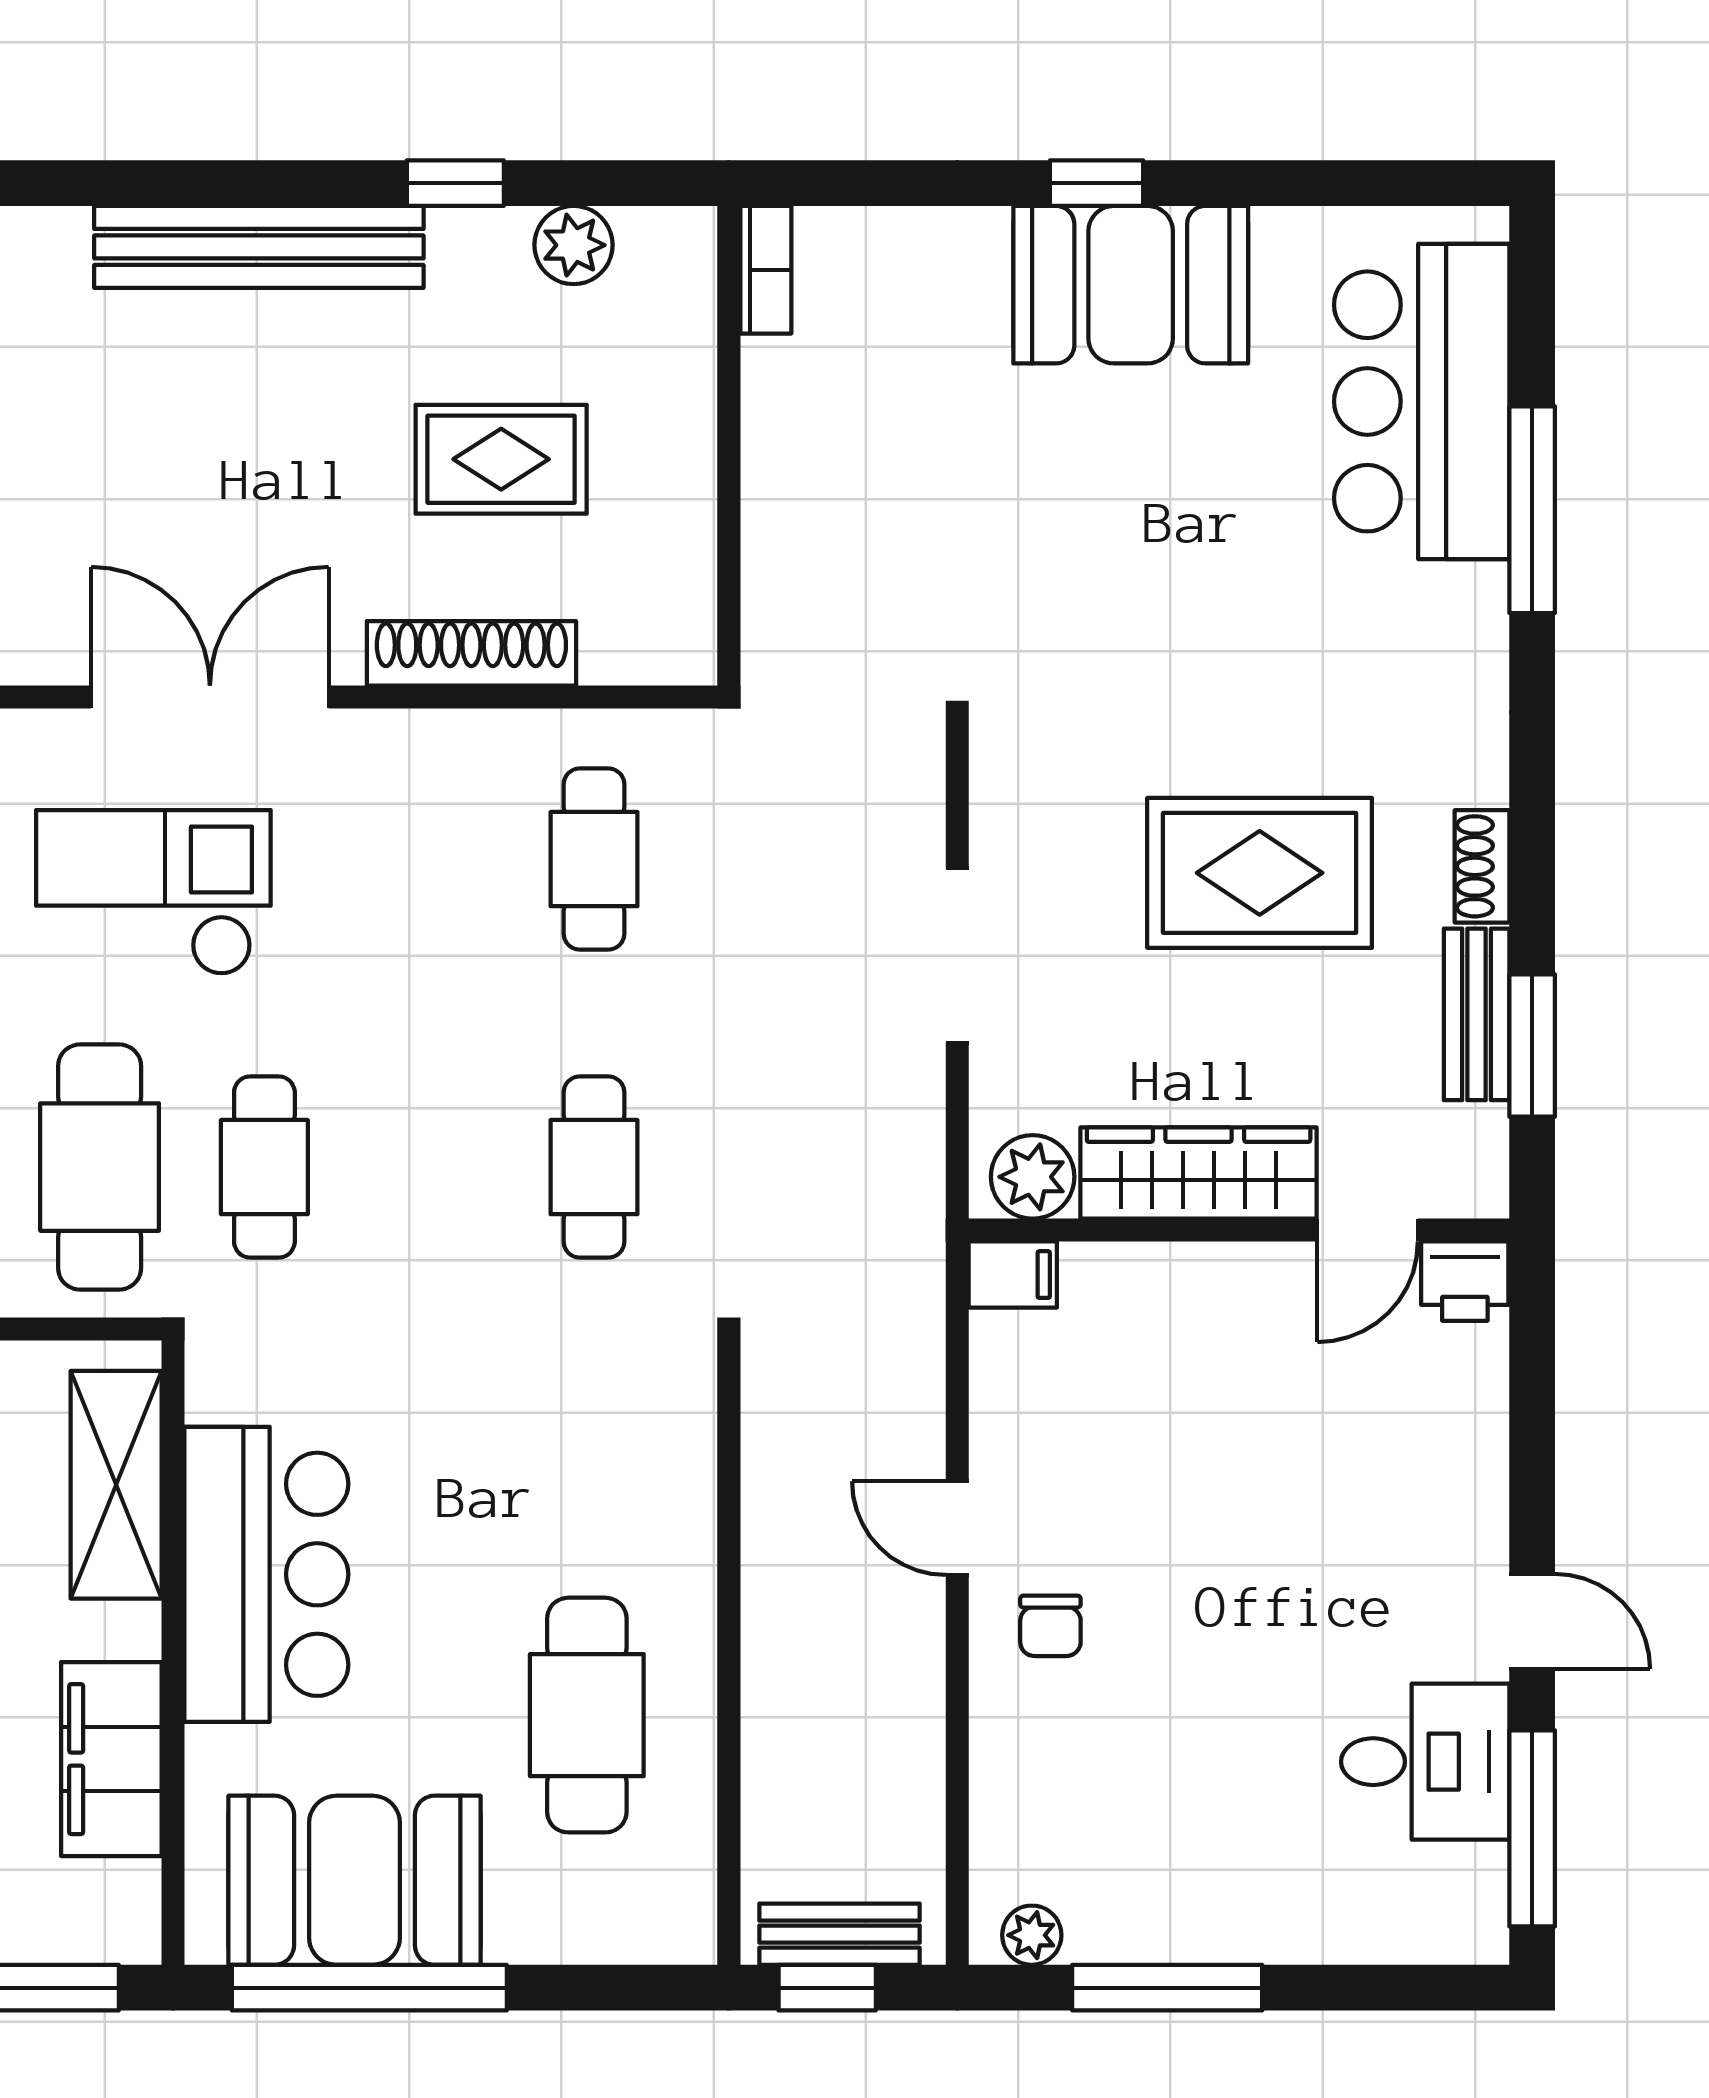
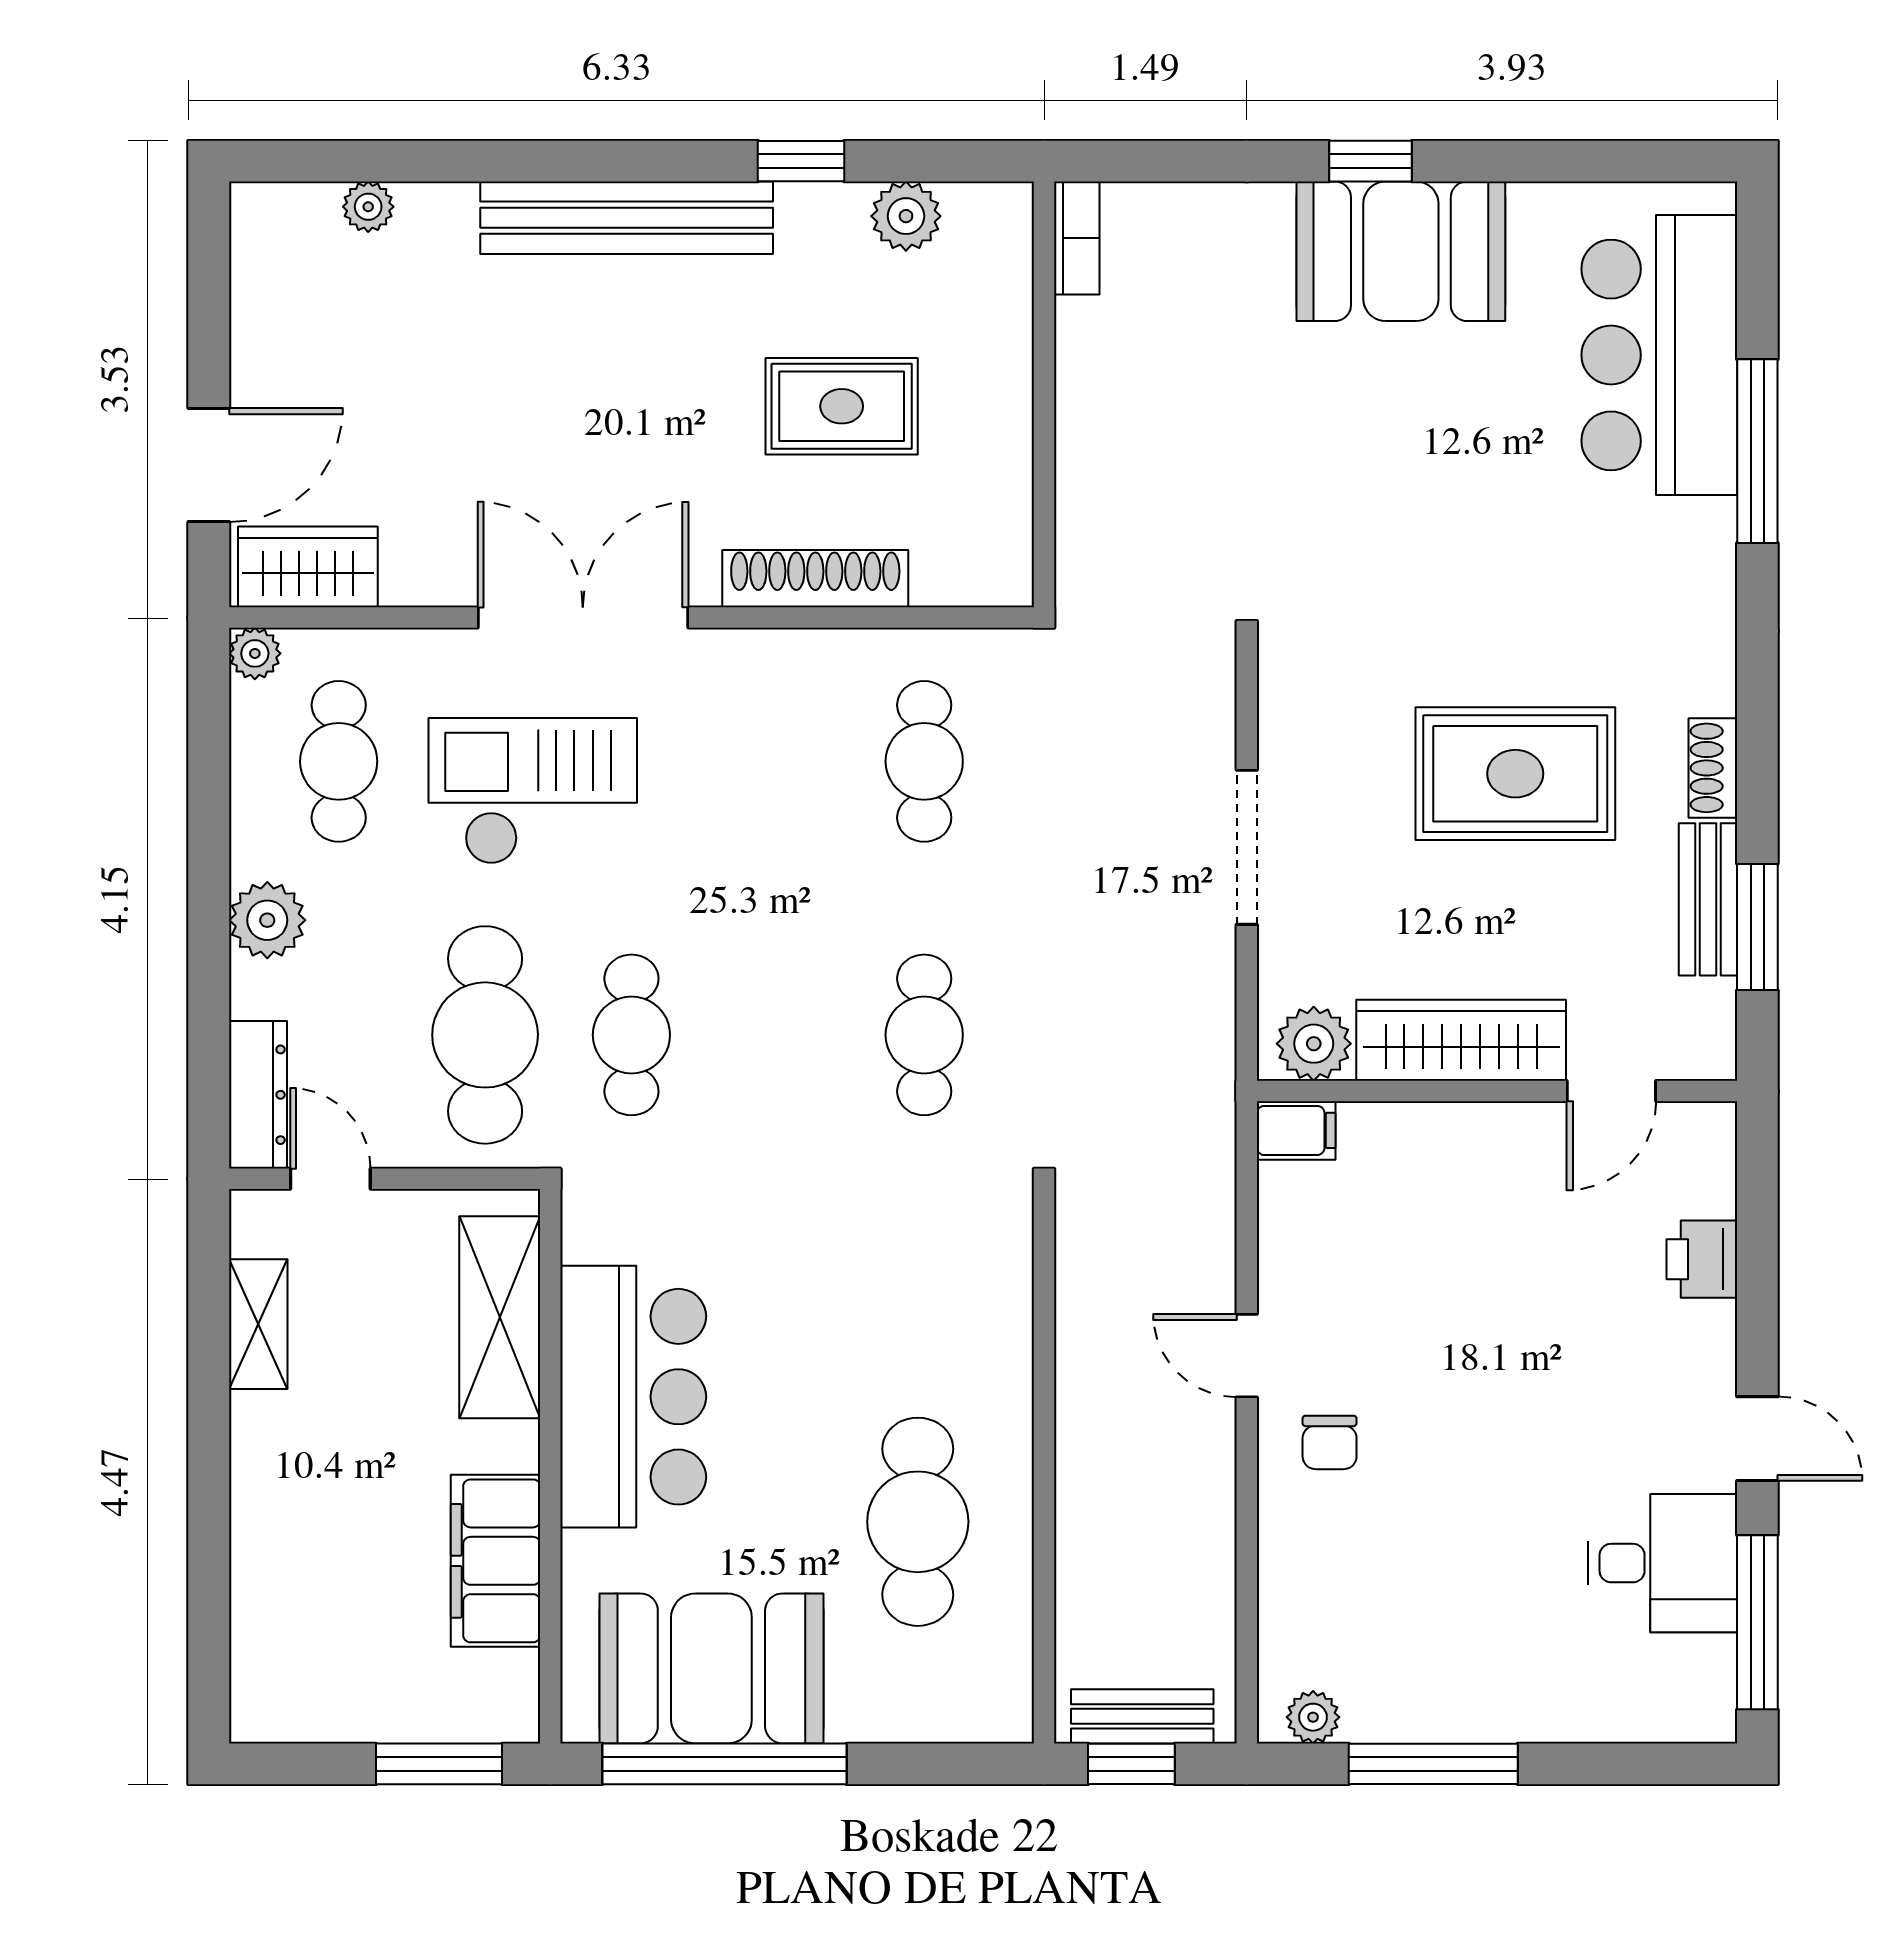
printer: (1465, 1281) -> (1702, 1259), moved, turned 90

